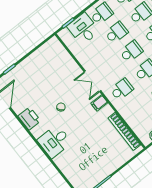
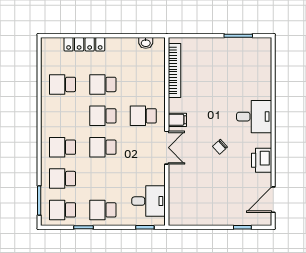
desk: (83, 29) -> (149, 201), moved, turned -90
school desk: (116, 33) -> (103, 179), removed

